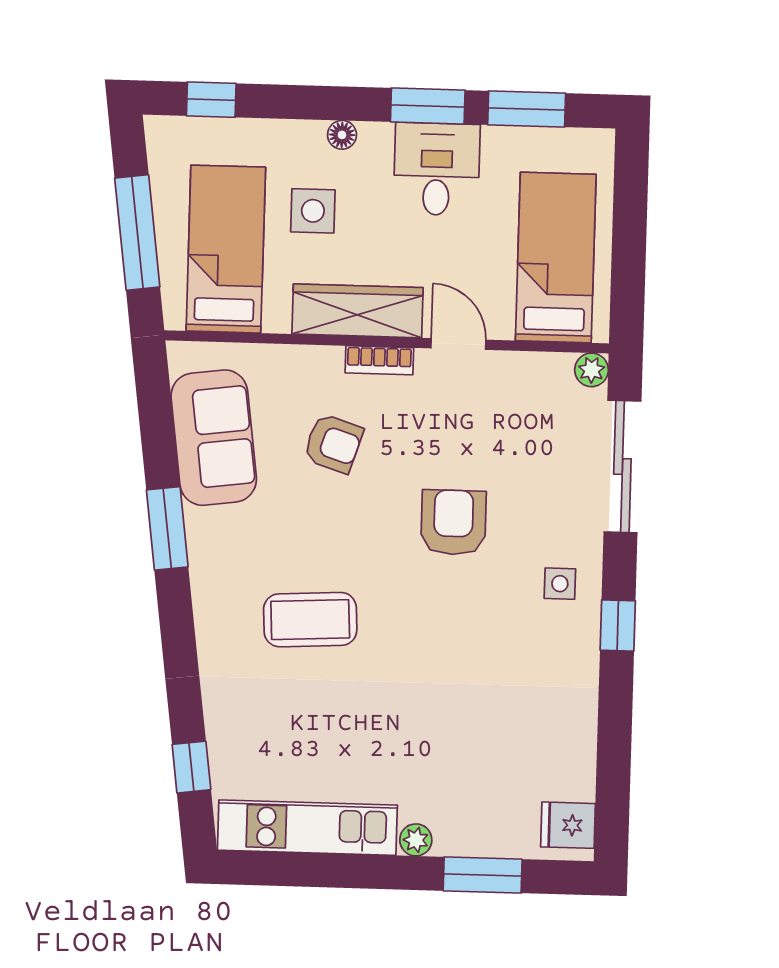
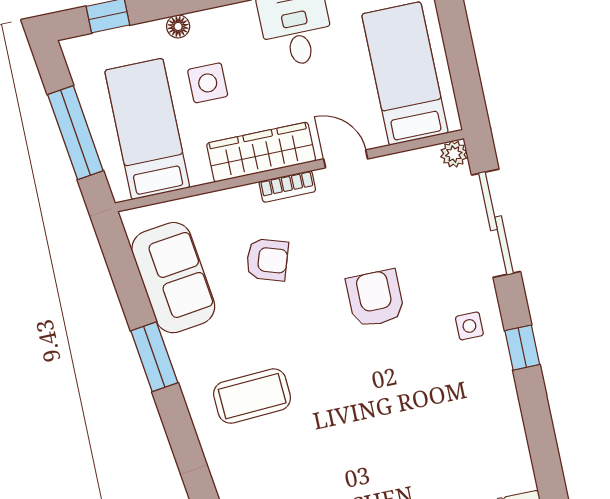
floor lamp: (342, 135) -> (178, 26), moved
coffee table: (310, 620) -> (252, 396), moved

